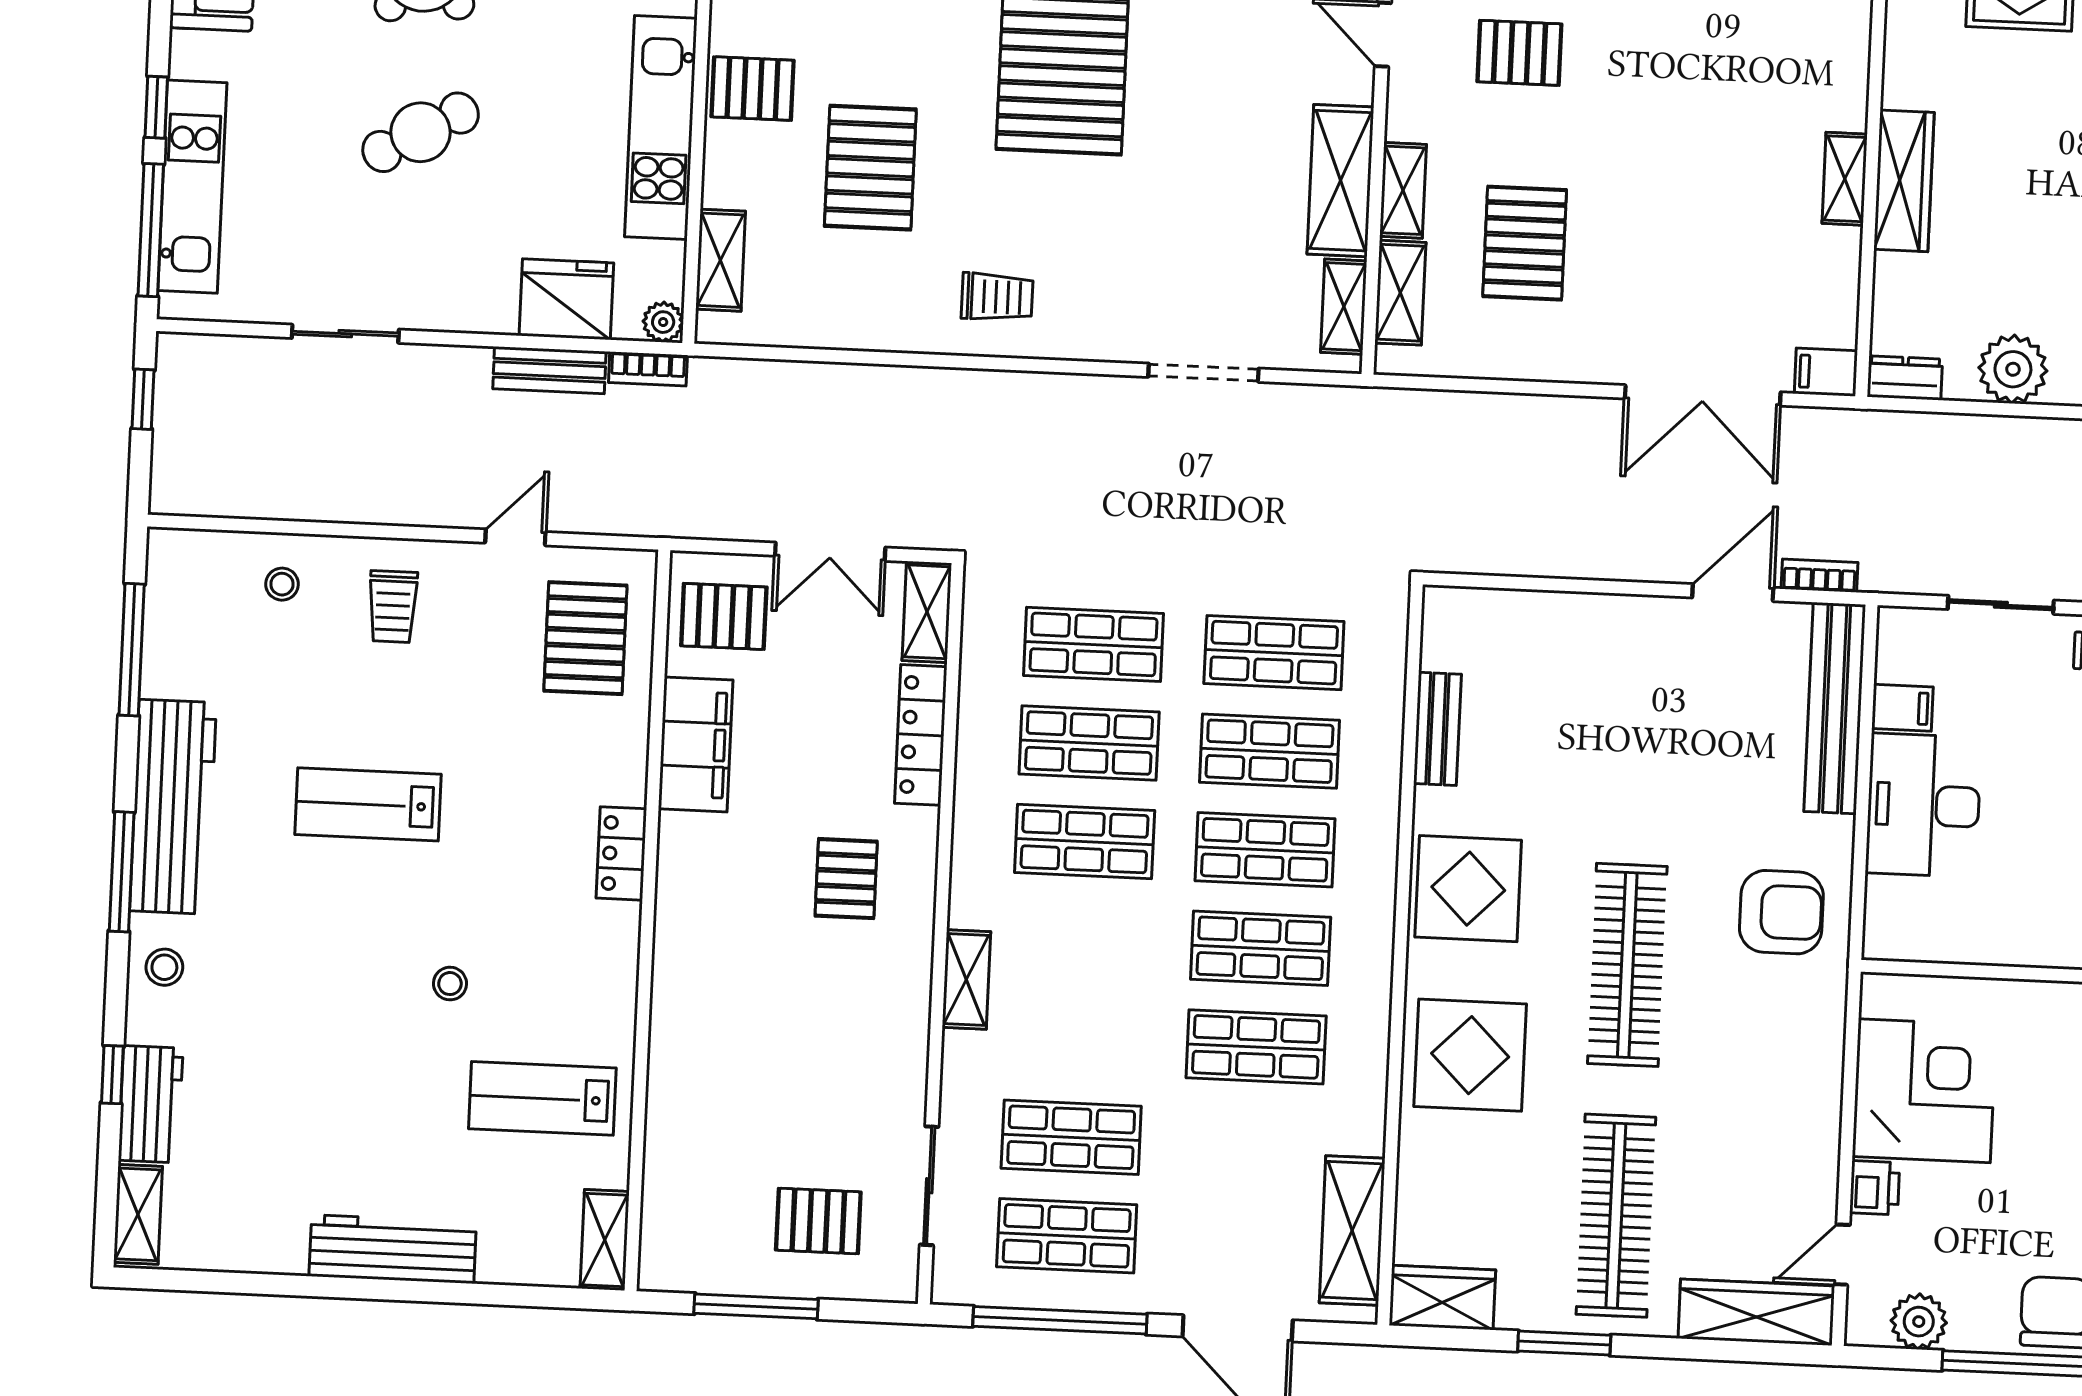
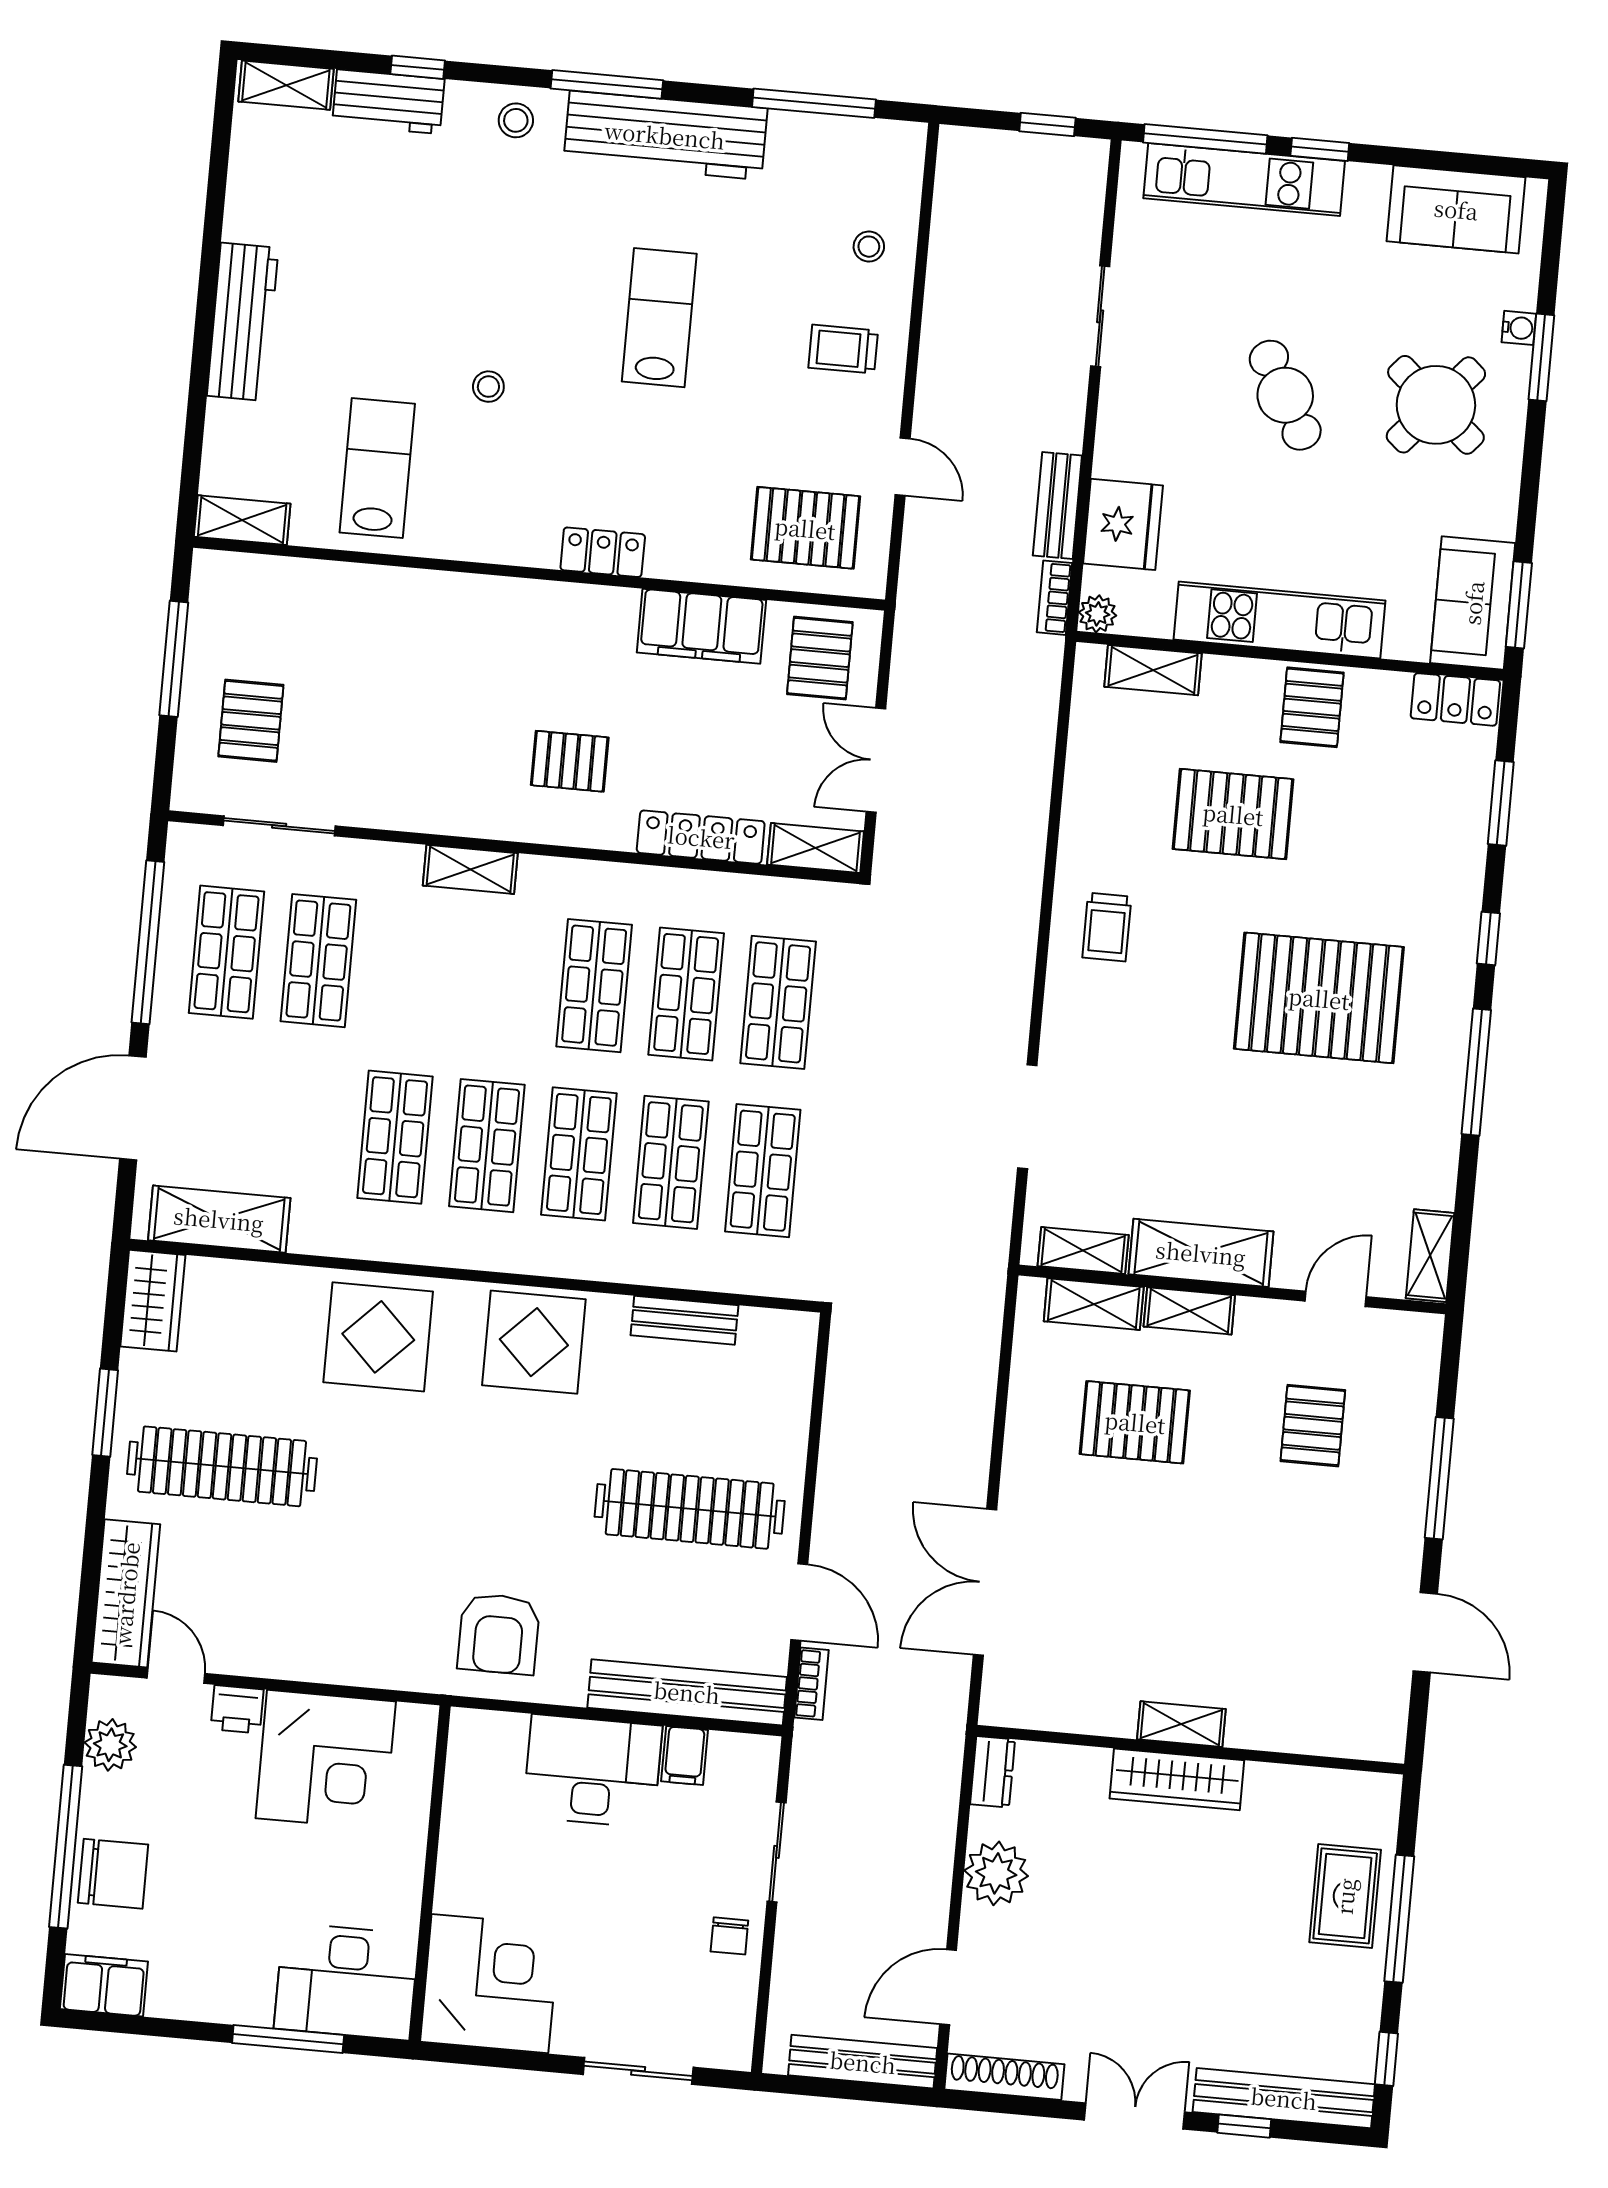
filing cabinet: (1826, 372) -> (1001, 1698), removed
clothes rail: (1627, 965) -> (690, 1509), moved

